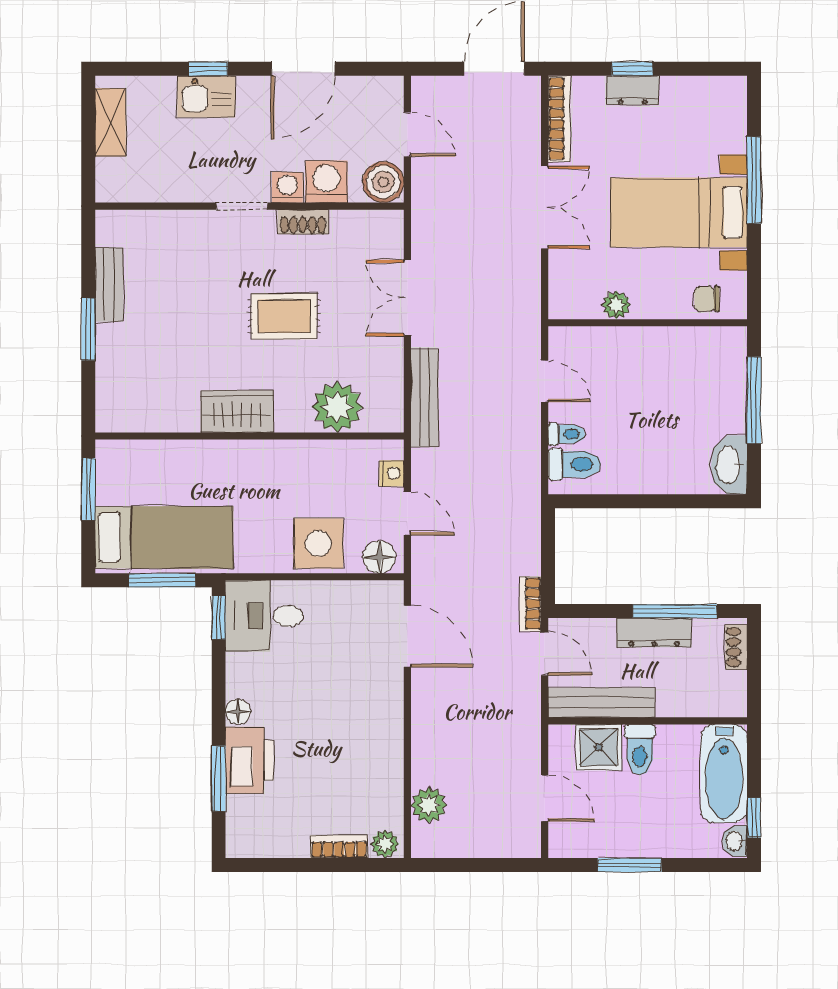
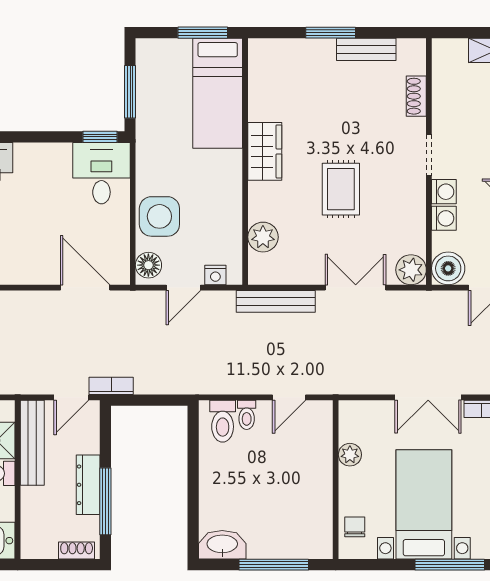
washing machine: (326, 182) -> (444, 218), width x0.73, depth x0.73
shoe rack: (303, 222) -> (416, 96), moved
plant: (385, 228) -> (411, 270), added
plant: (337, 407) -> (263, 237), width x0.73, depth x0.73
bed: (164, 537) -> (218, 93), moved
door: (407, 636) -> (85, 288), swing flipped
floor lamp: (238, 712) -> (25, 152), removed

